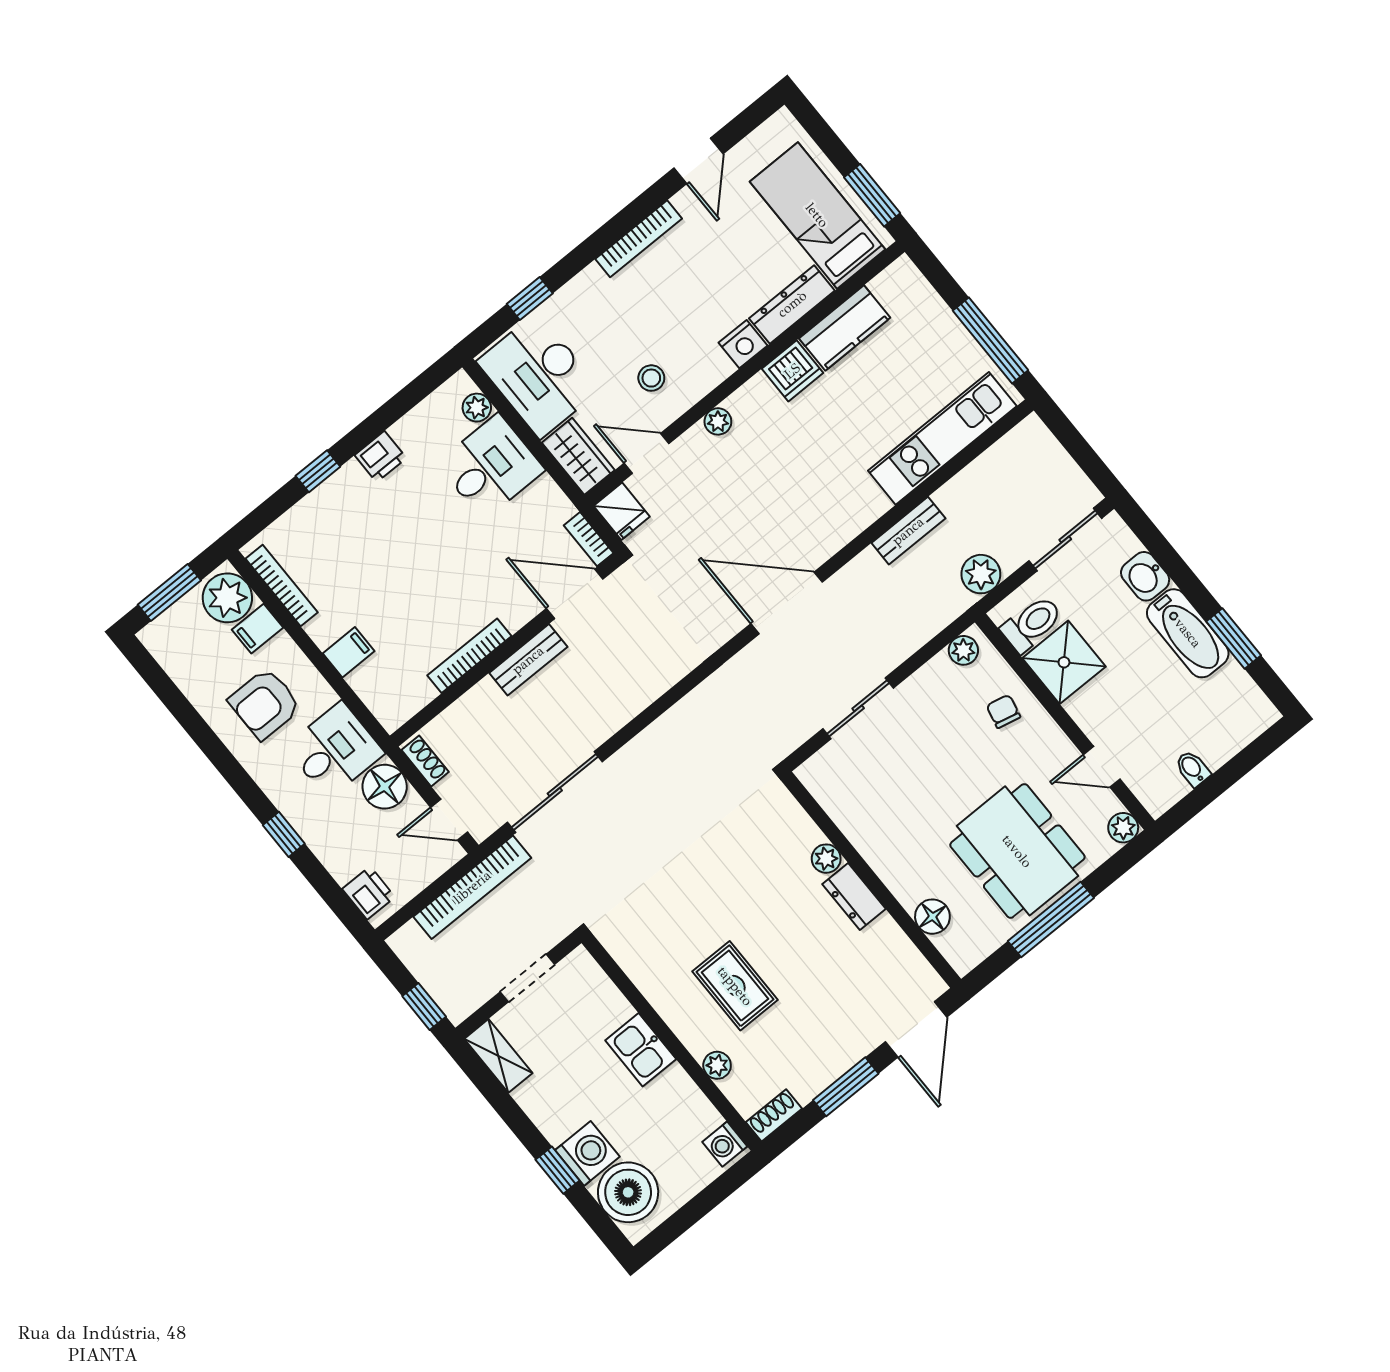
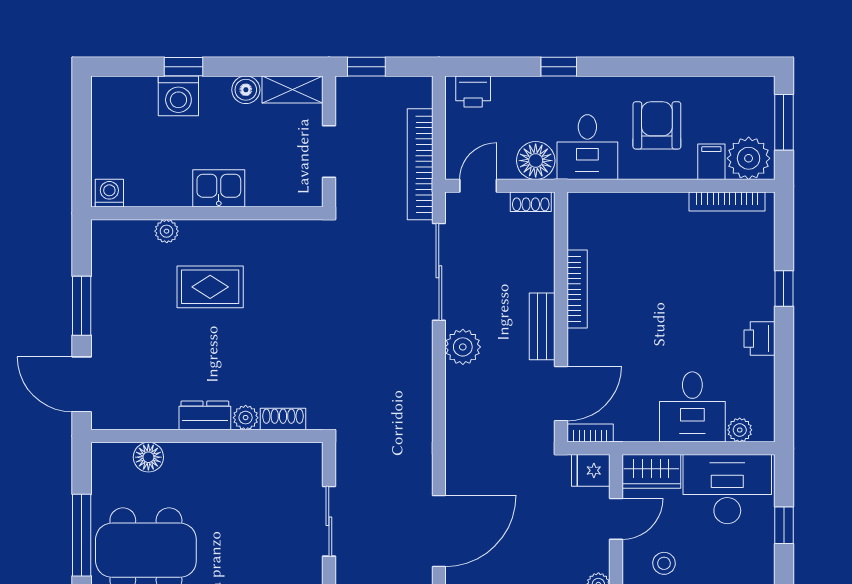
filing cabinet: (349, 652) -> (646, 210), removed
plant: (605, 716) -> (463, 347), added
shoe rack: (774, 1115) -> (283, 419), moved, turned -90
boiler: (628, 1192) -> (246, 90), moved, width x0.54, depth x0.54

